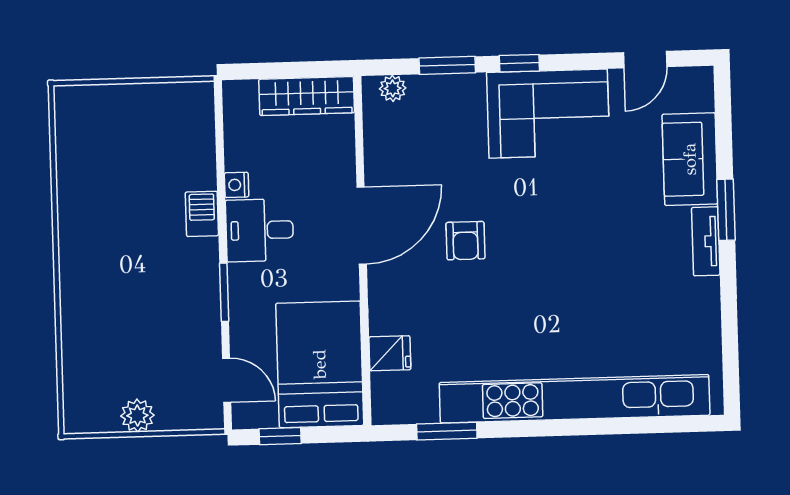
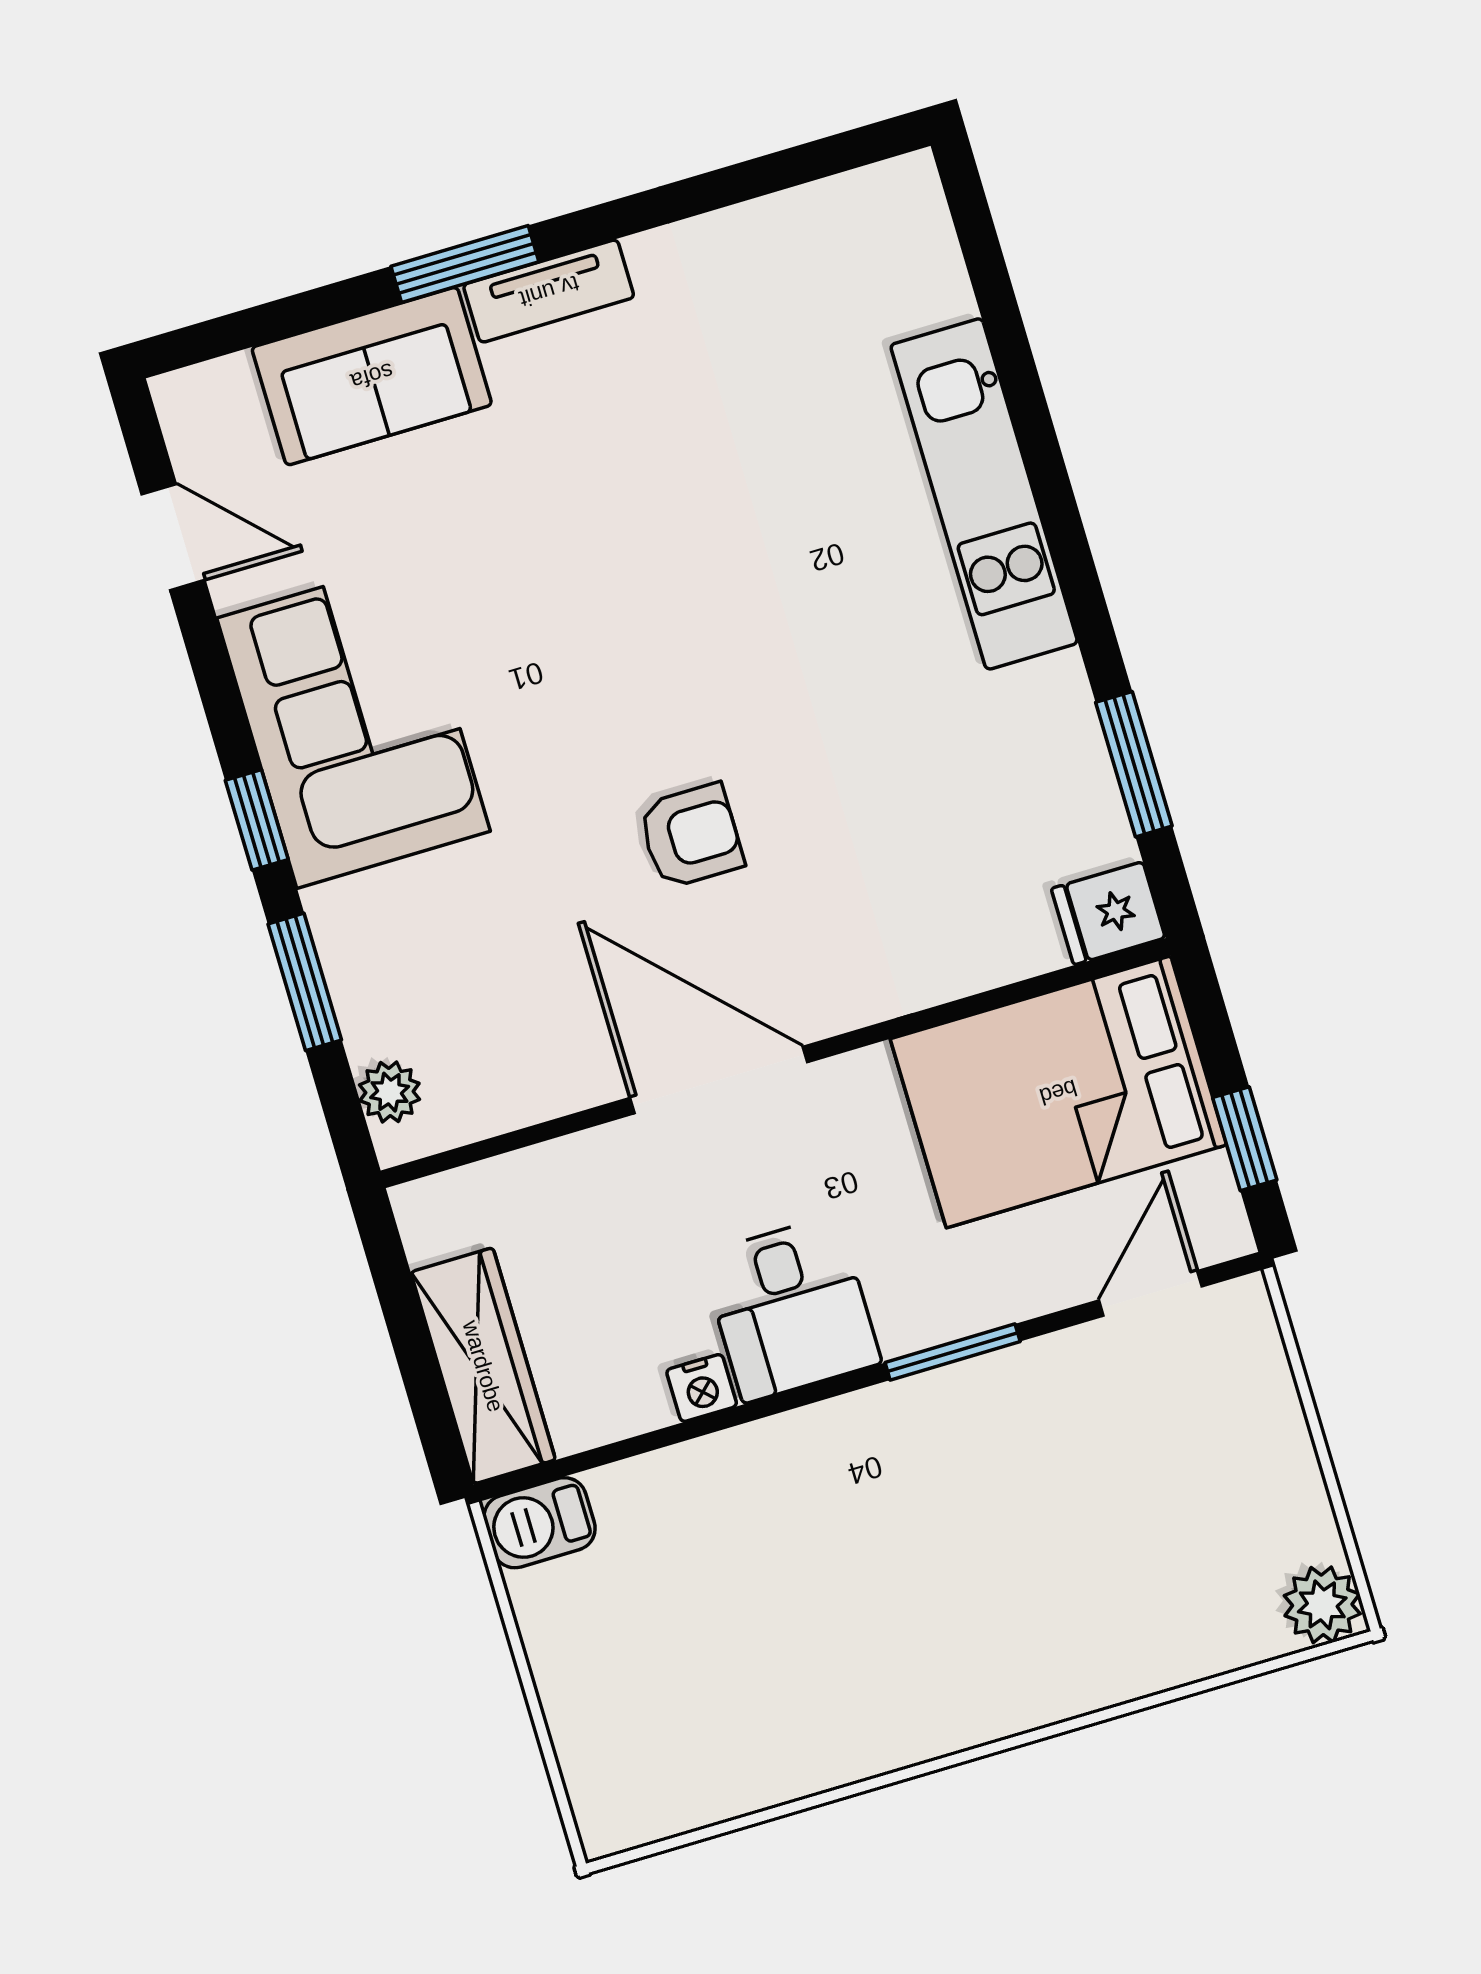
wardrobe: (307, 96) -> (483, 1366), moved
barbecue: (202, 214) -> (540, 1523), moved
fridge: (390, 353) -> (1108, 913), moved, turned -90
kitchen unit: (575, 399) -> (984, 494), width x0.54
plant: (137, 416) -> (1322, 1605), moved

